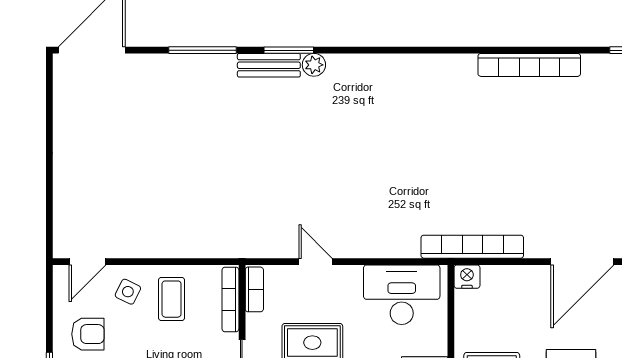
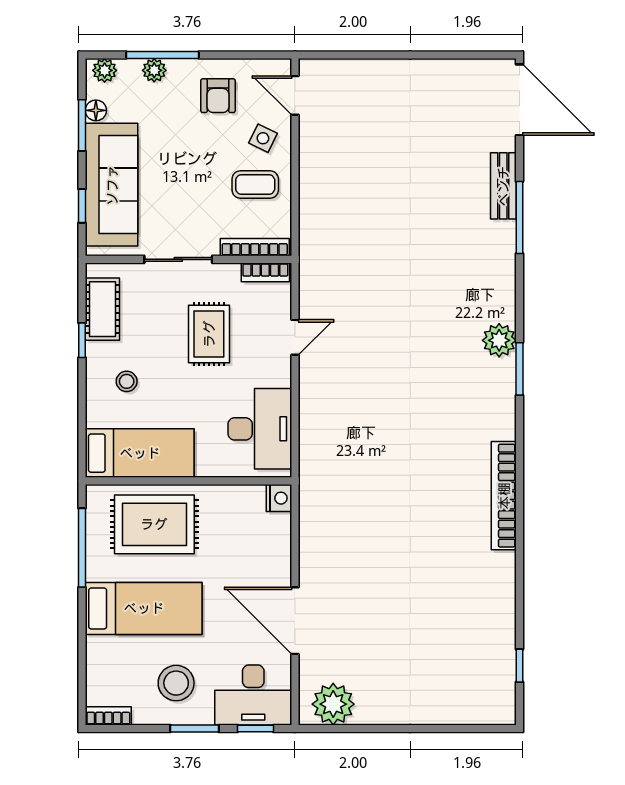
window: (289, 50) -> (519, 369), moved
bench: (269, 65) -> (503, 186), moved
plant: (314, 65) -> (499, 340), width x1.38, depth x1.38
bookcase: (529, 65) -> (504, 496), moved
bookcase: (472, 247) -> (311, 504), removed

